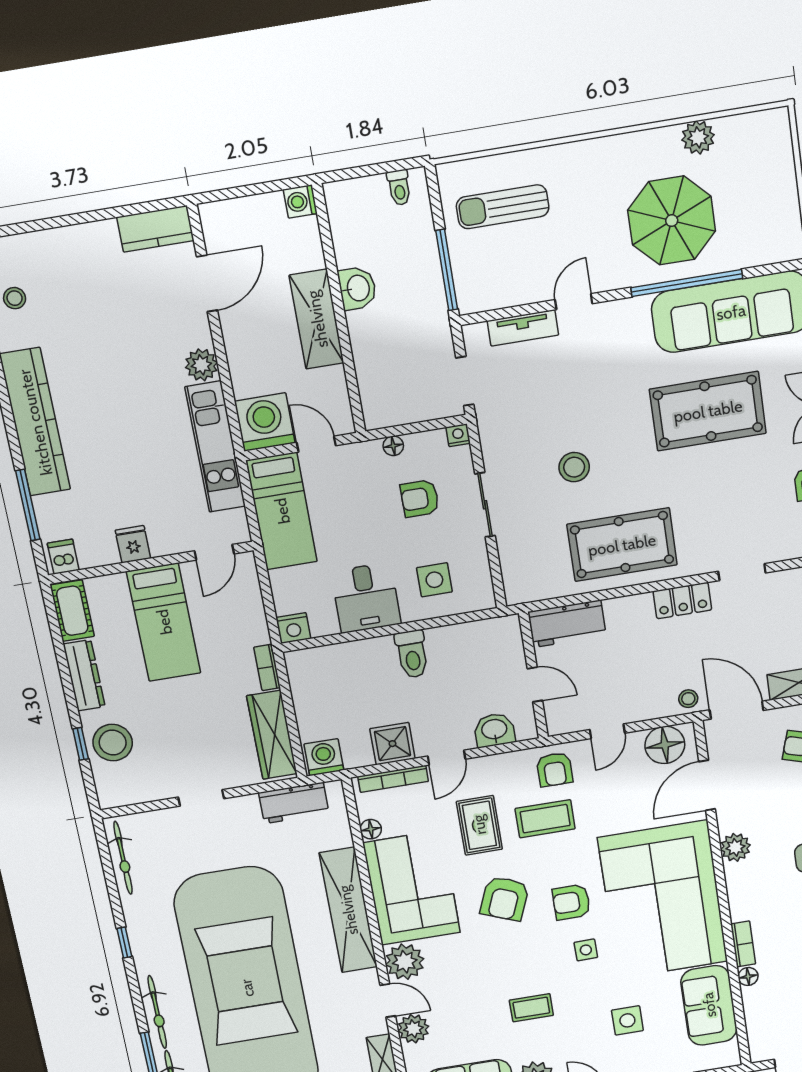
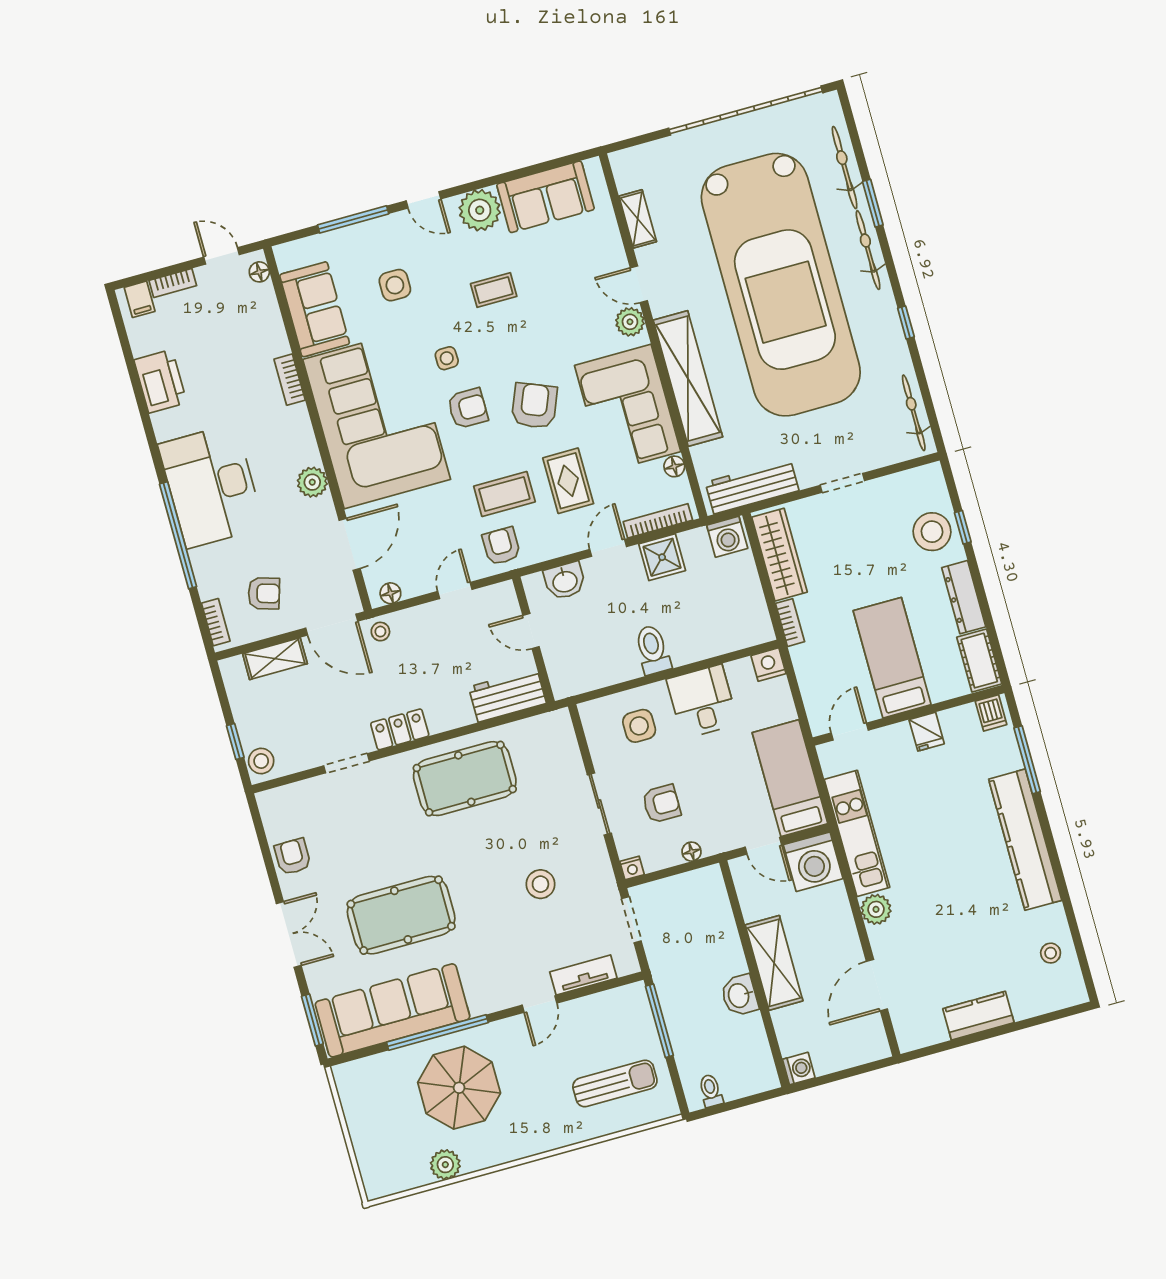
kitchen counter: (155, 229) -> (978, 1016), moved
stool: (574, 467) -> (540, 884), moved
floor lamp: (665, 745) -> (390, 593), width x0.53, depth x0.53
workbench: (294, 803) -> (752, 486), width x1.38
plant: (405, 962) -> (630, 322), width x0.73, depth x0.73
floor lamp: (748, 976) -> (259, 272), moved
plant: (413, 1029) -> (610, 256), removed

